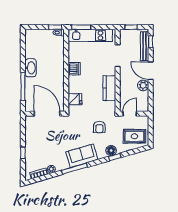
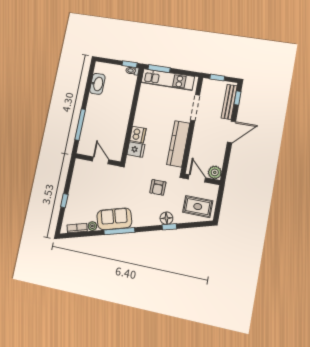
washbasin: (31, 68) -> (97, 84), moved
dishwasher: (74, 69) -> (138, 135), moved
door: (151, 71) -> (231, 132), swing flipped
plant: (143, 85) -> (215, 172), moved
kitchen counter: (109, 88) -> (178, 144), width x1.50
door: (47, 114) -> (101, 160), width x0.53
door: (130, 114) -> (197, 178), hinge flipped
sofa: (82, 156) -> (114, 219), moved

